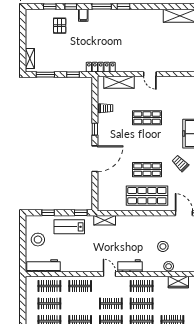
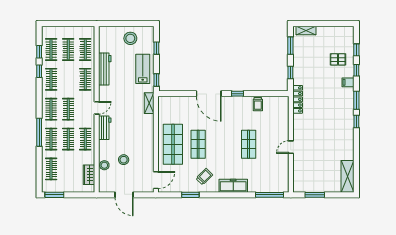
shelving: (119, 82) -> (283, 117), removed
workbench: (44, 266) -> (105, 69), moved

